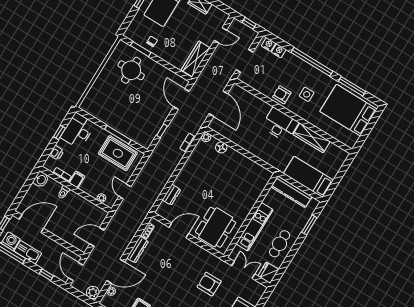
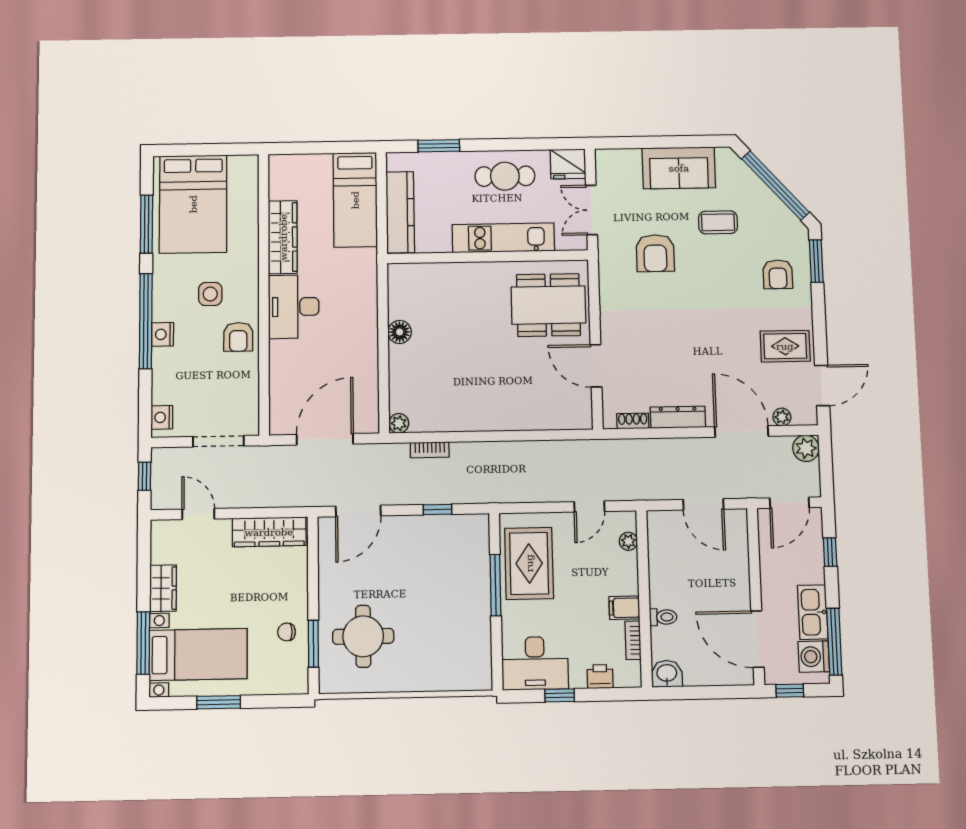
nightstand: (279, 51) -> (163, 334), moved
floor lamp: (221, 147) -> (400, 332), moved
dresser: (171, 195) -> (541, 419), removed

